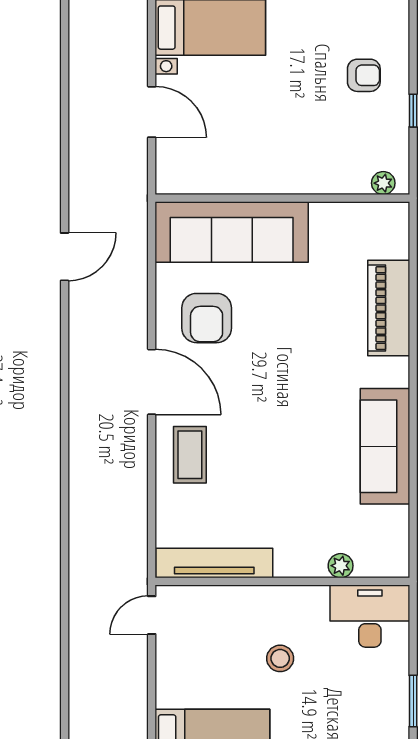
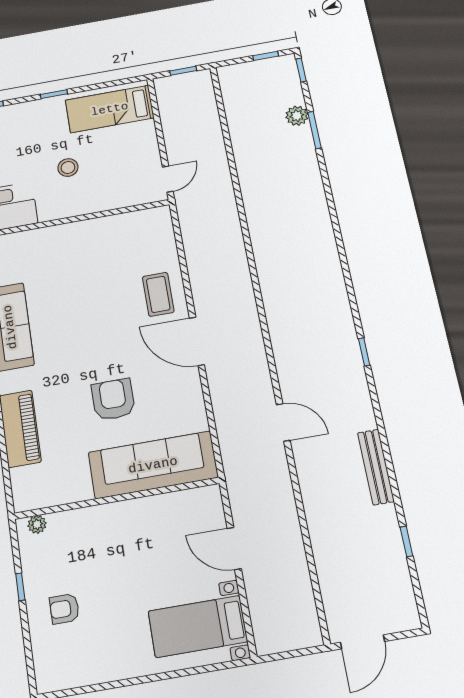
door: (65, 257) -> (283, 422), swing flipped
armchair: (207, 318) -> (113, 400), moved
tv unit: (214, 563) -> (127, 222), removed
plant: (341, 566) -> (32, 238), removed

